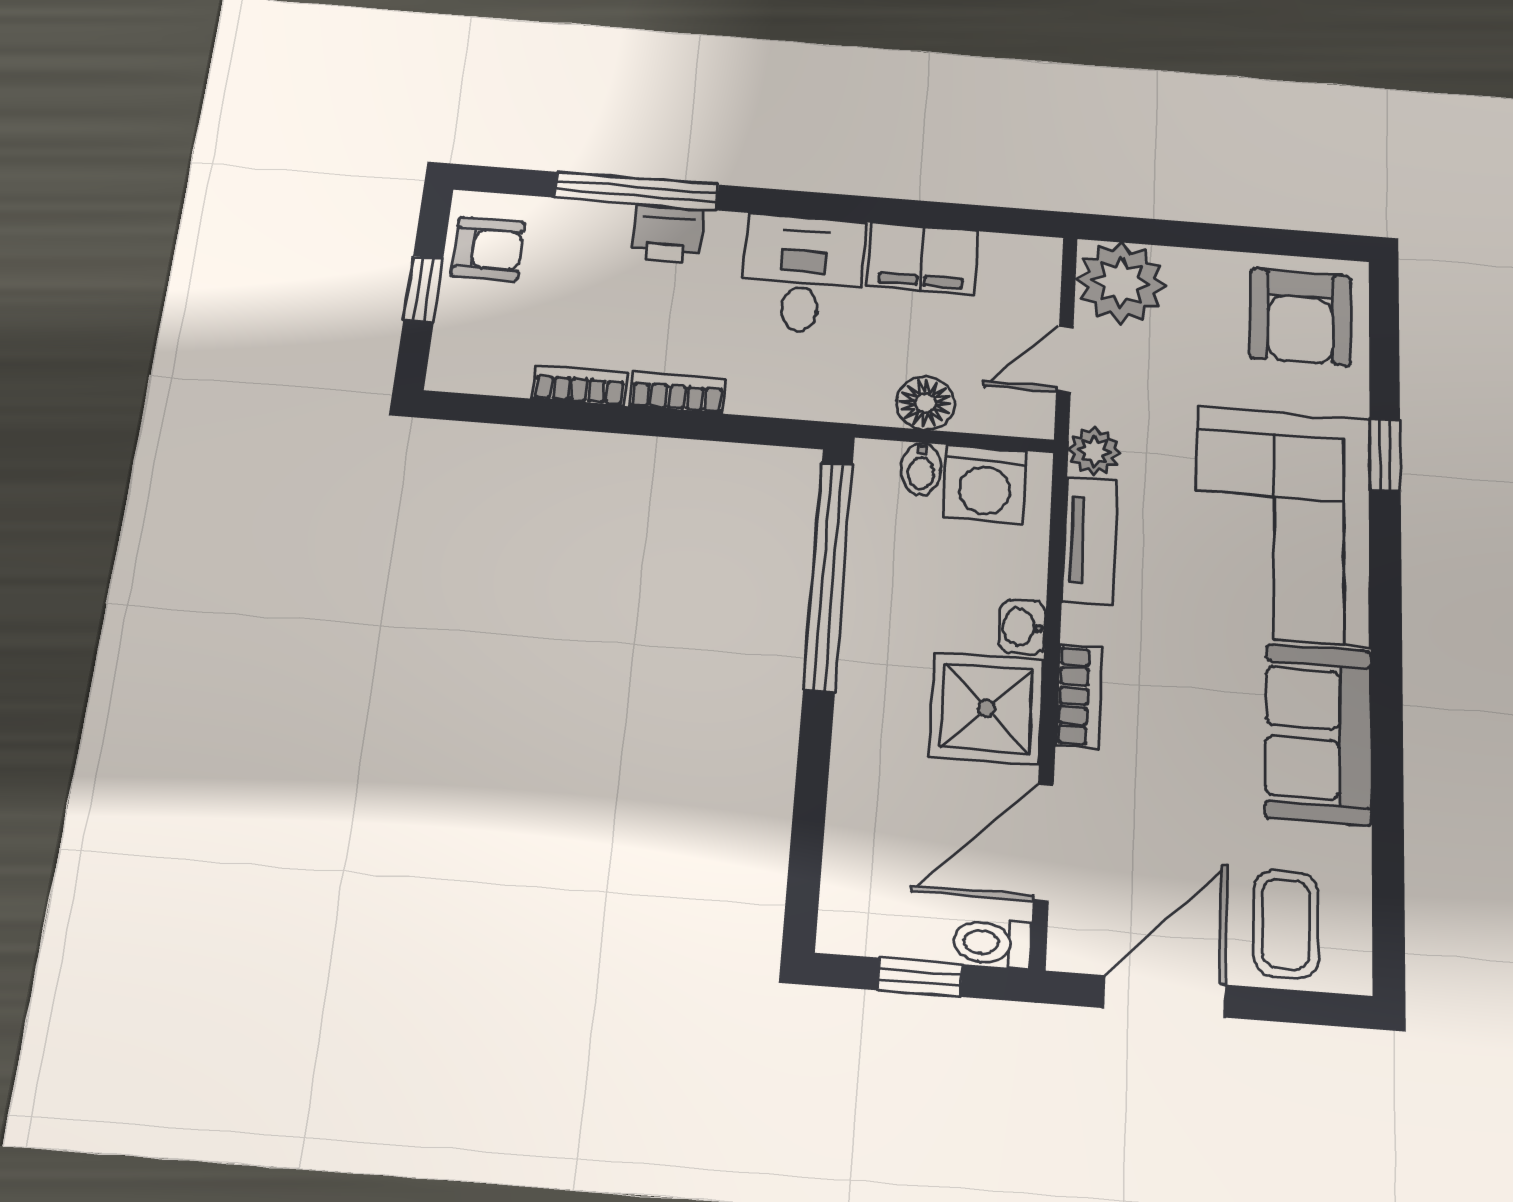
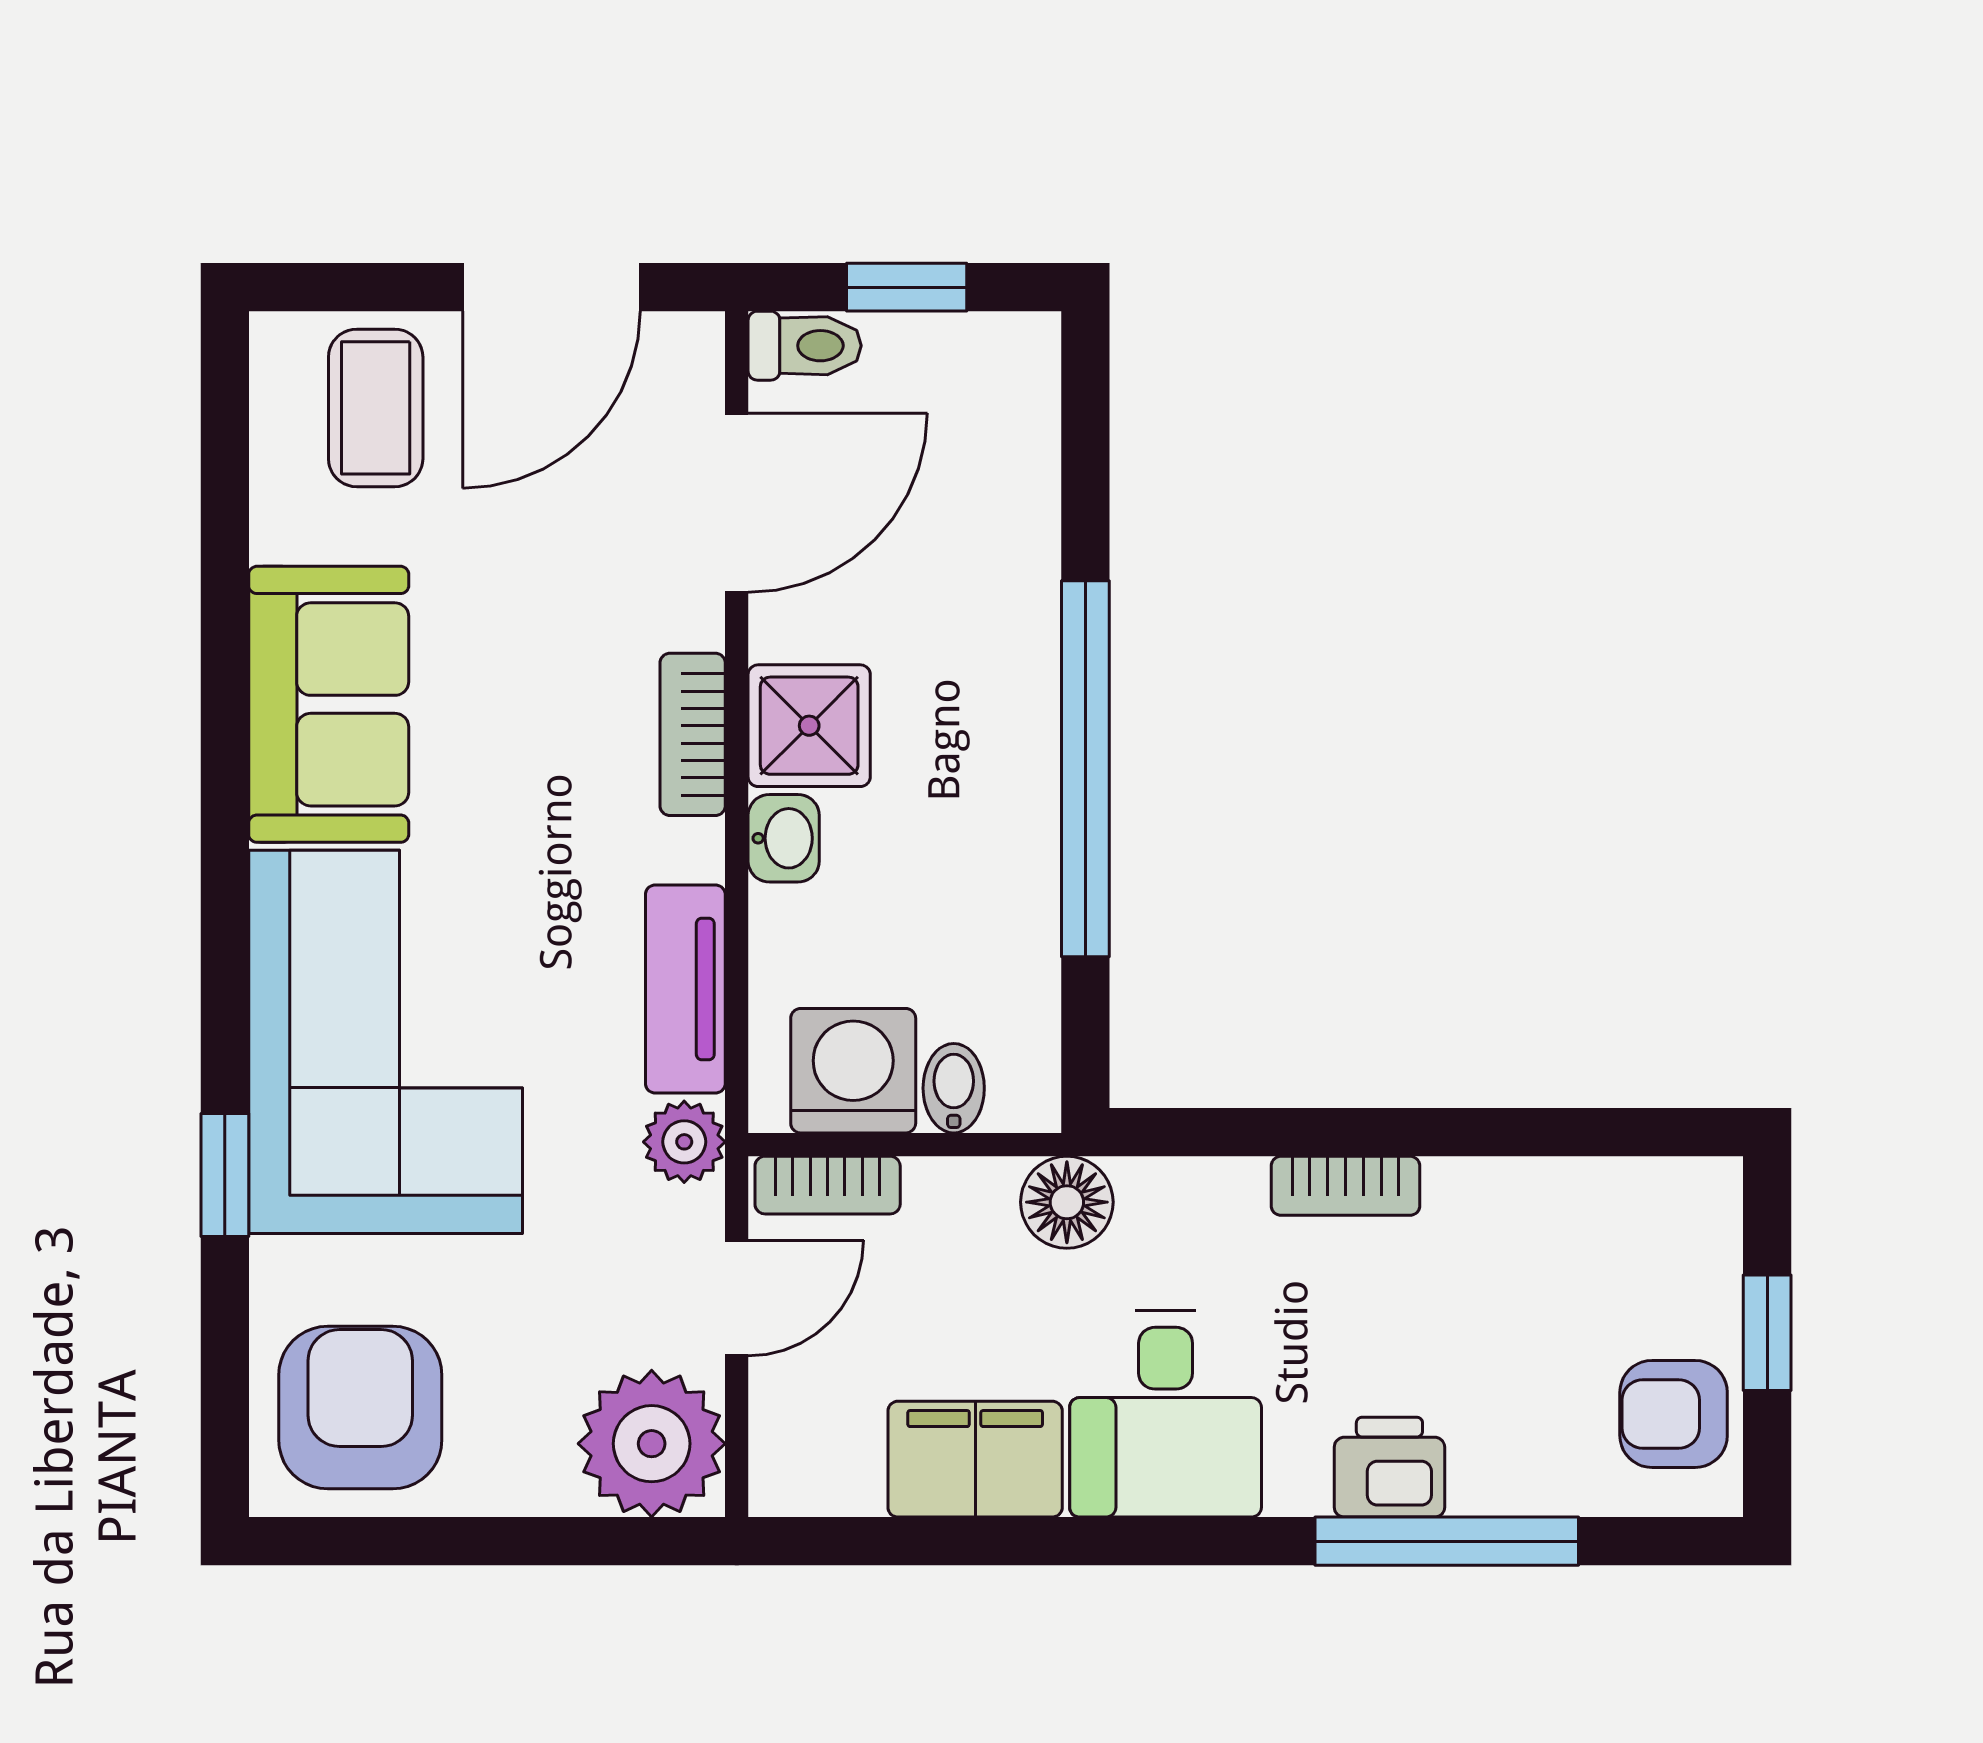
bookcase: (580, 386) -> (828, 1185), moved
floor lamp: (926, 403) -> (1067, 1202), moved
window: (828, 576) -> (1085, 769), moved
shower: (987, 708) -> (809, 726), width x0.73, depth x0.73

